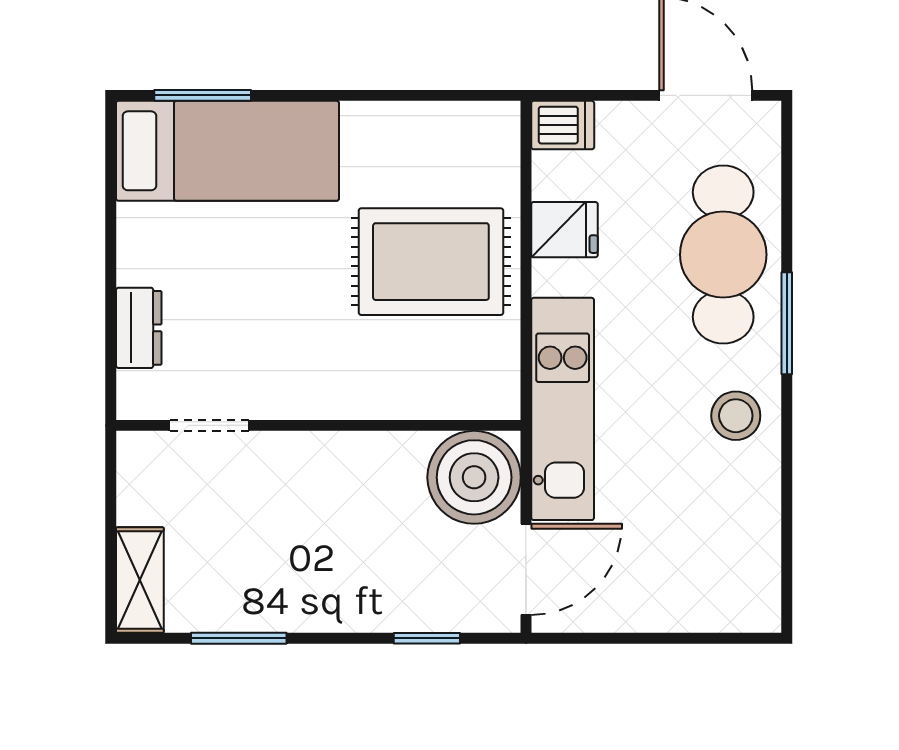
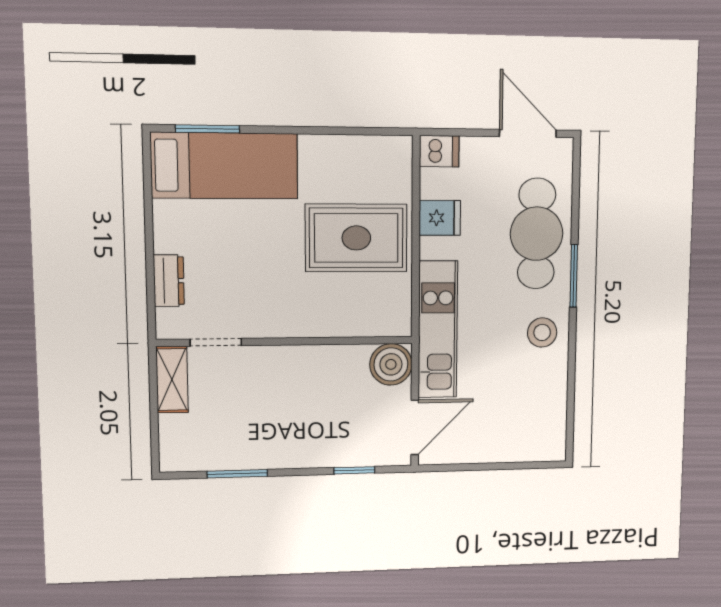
boiler: (474, 477) -> (391, 364), width x0.73, depth x0.73
shelving: (140, 580) -> (172, 380), moved

